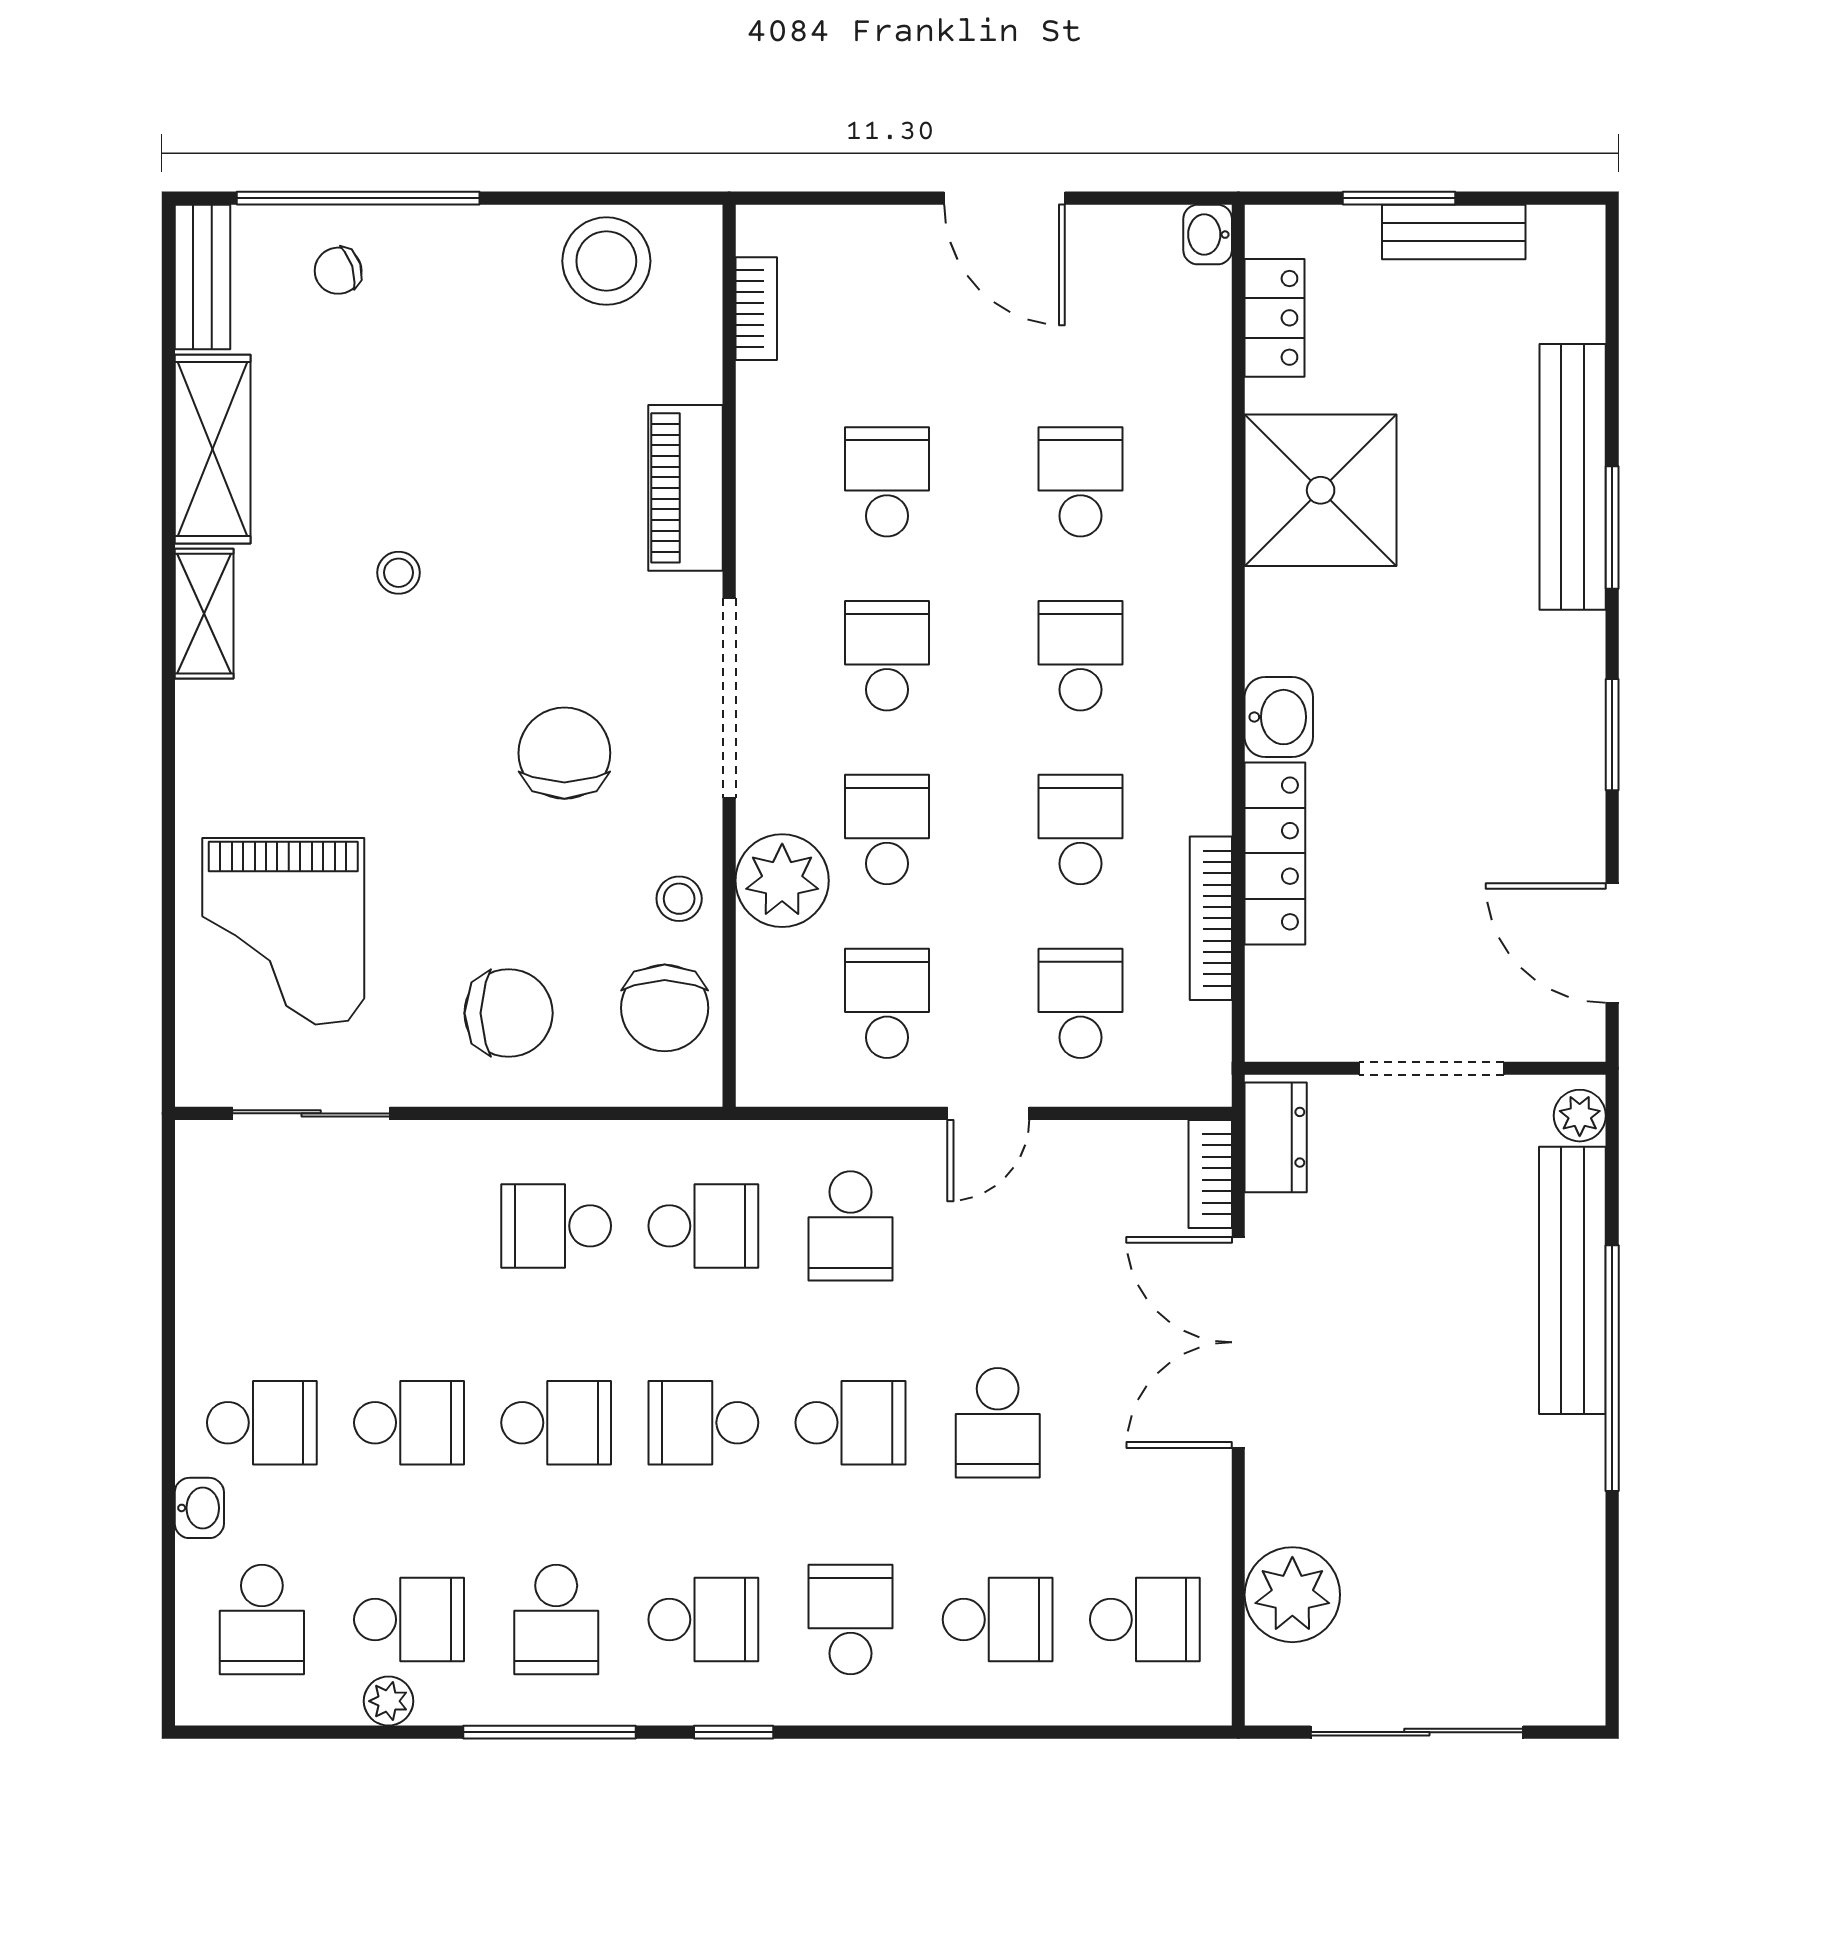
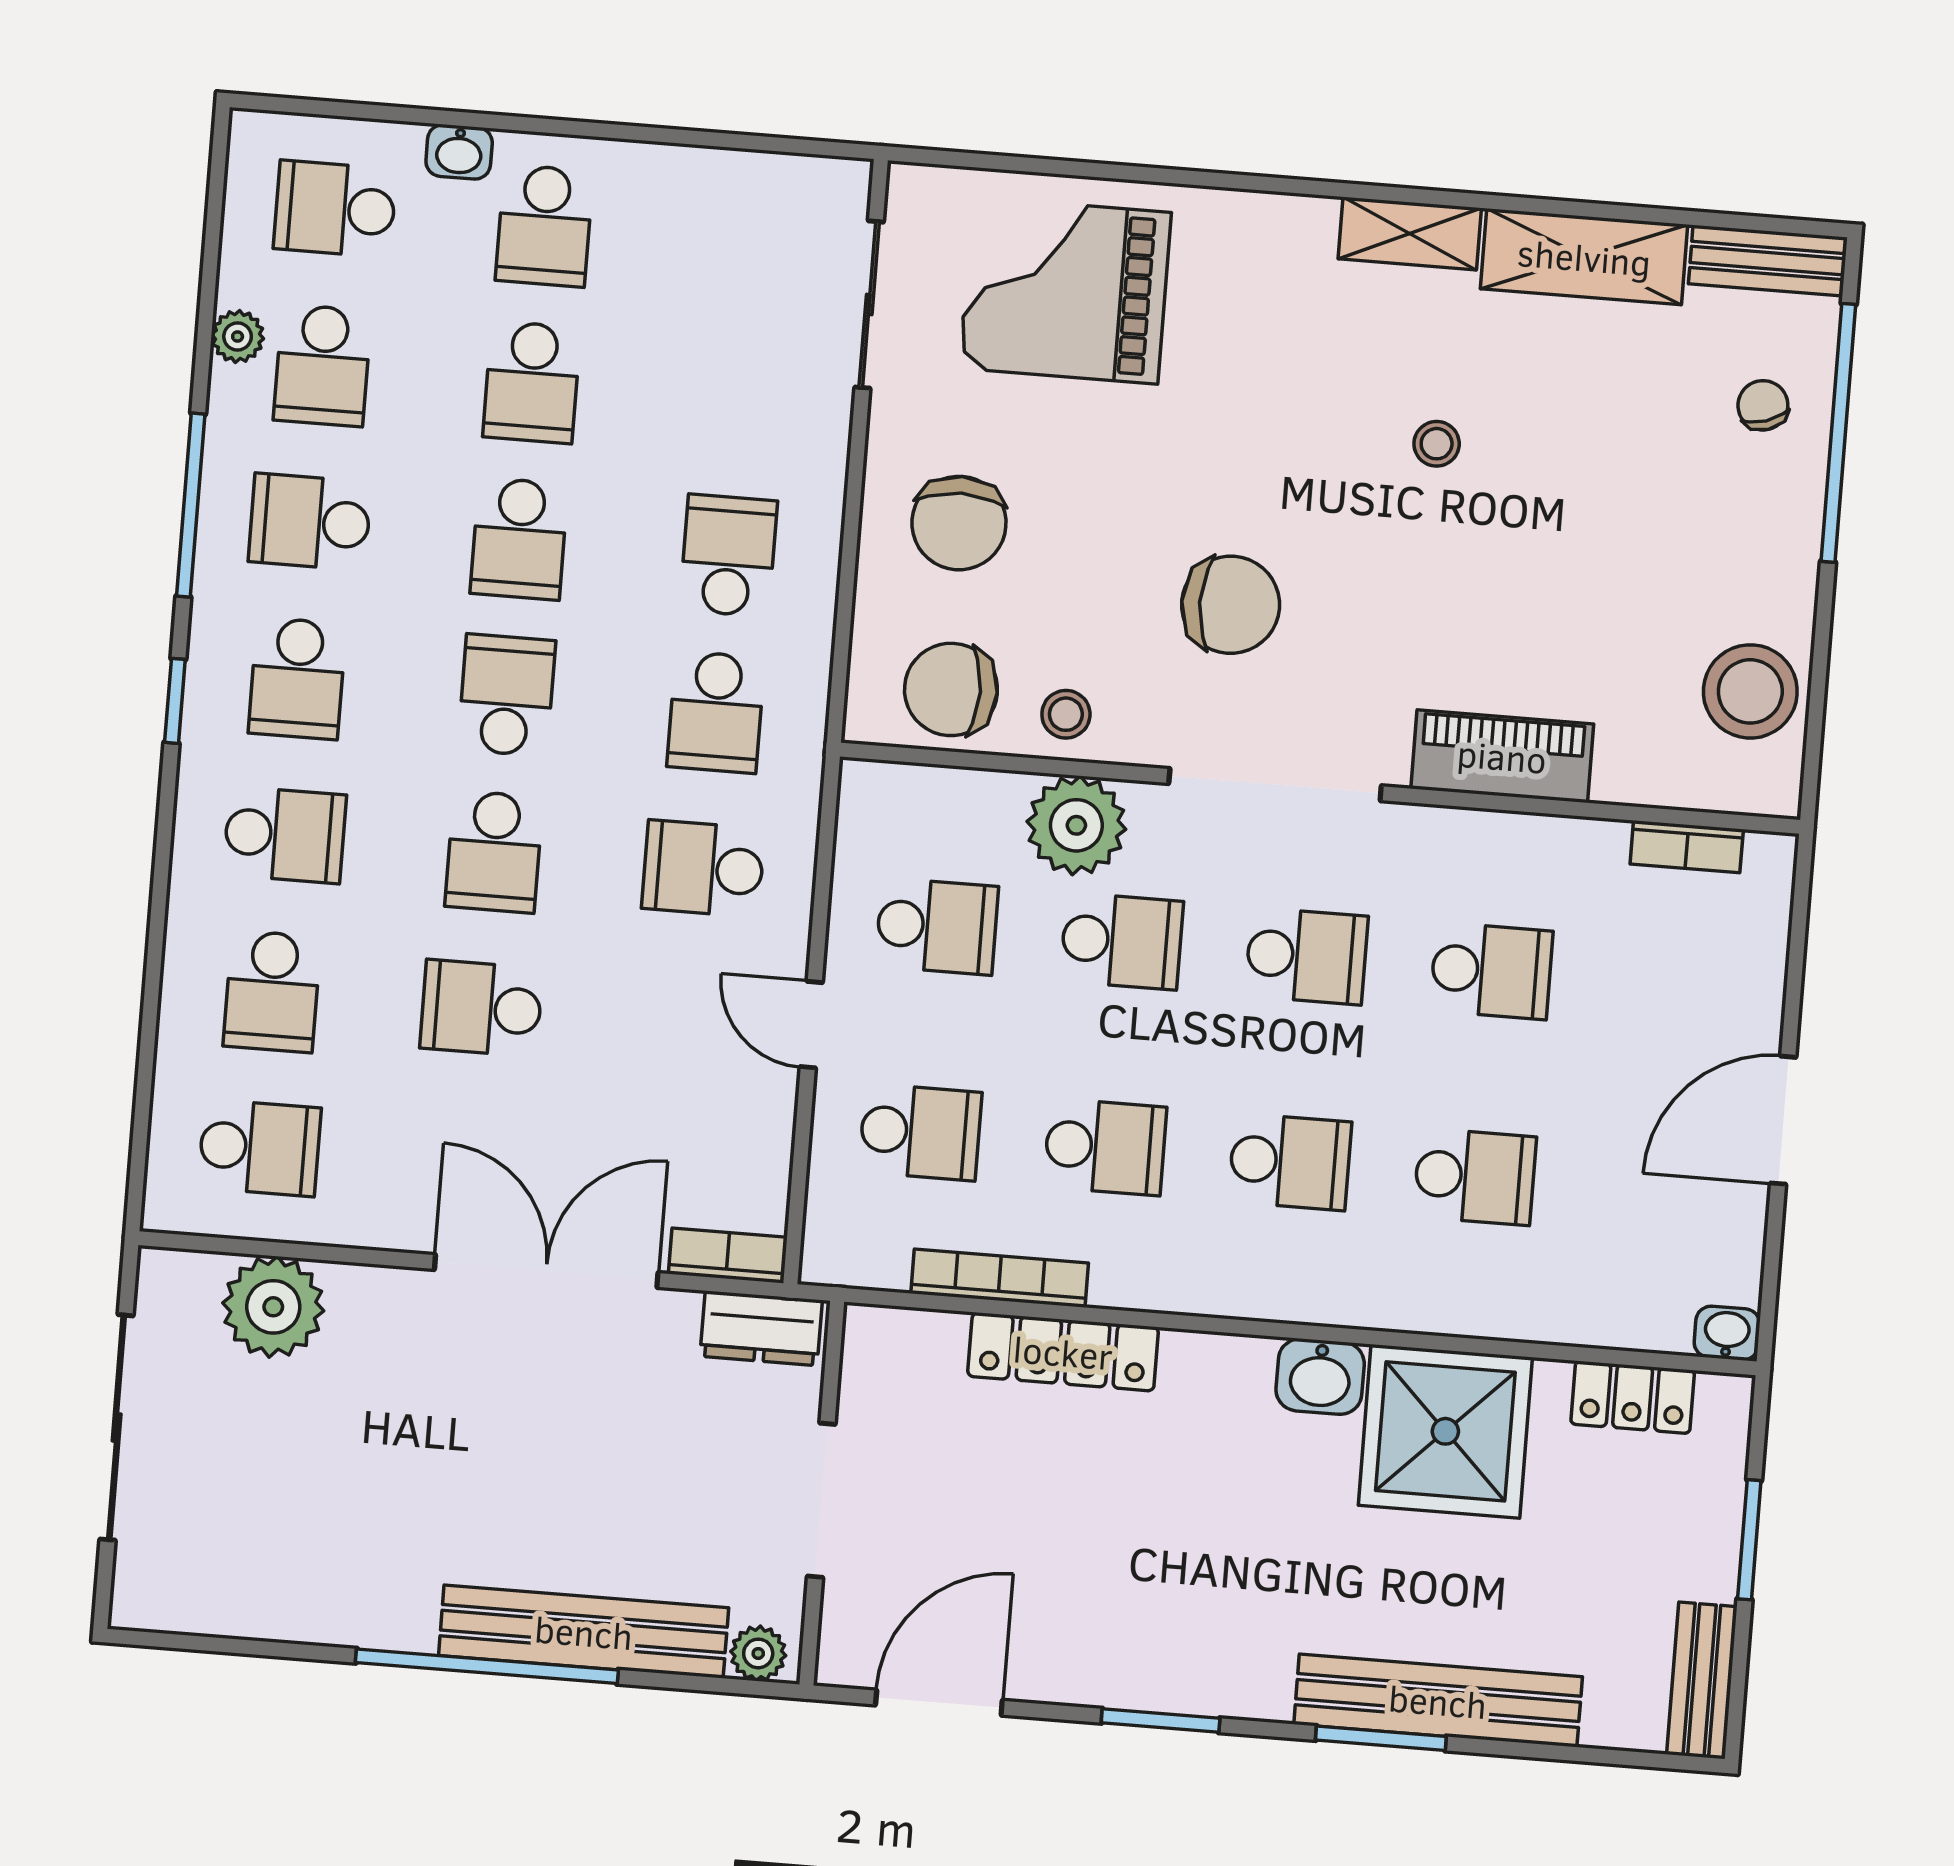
bench: (1454, 232) -> (1702, 1680), moved
washbasin: (1279, 717) -> (1320, 1377), moved
school desk: (1145, 1620) -> (260, 1148), turned -90

